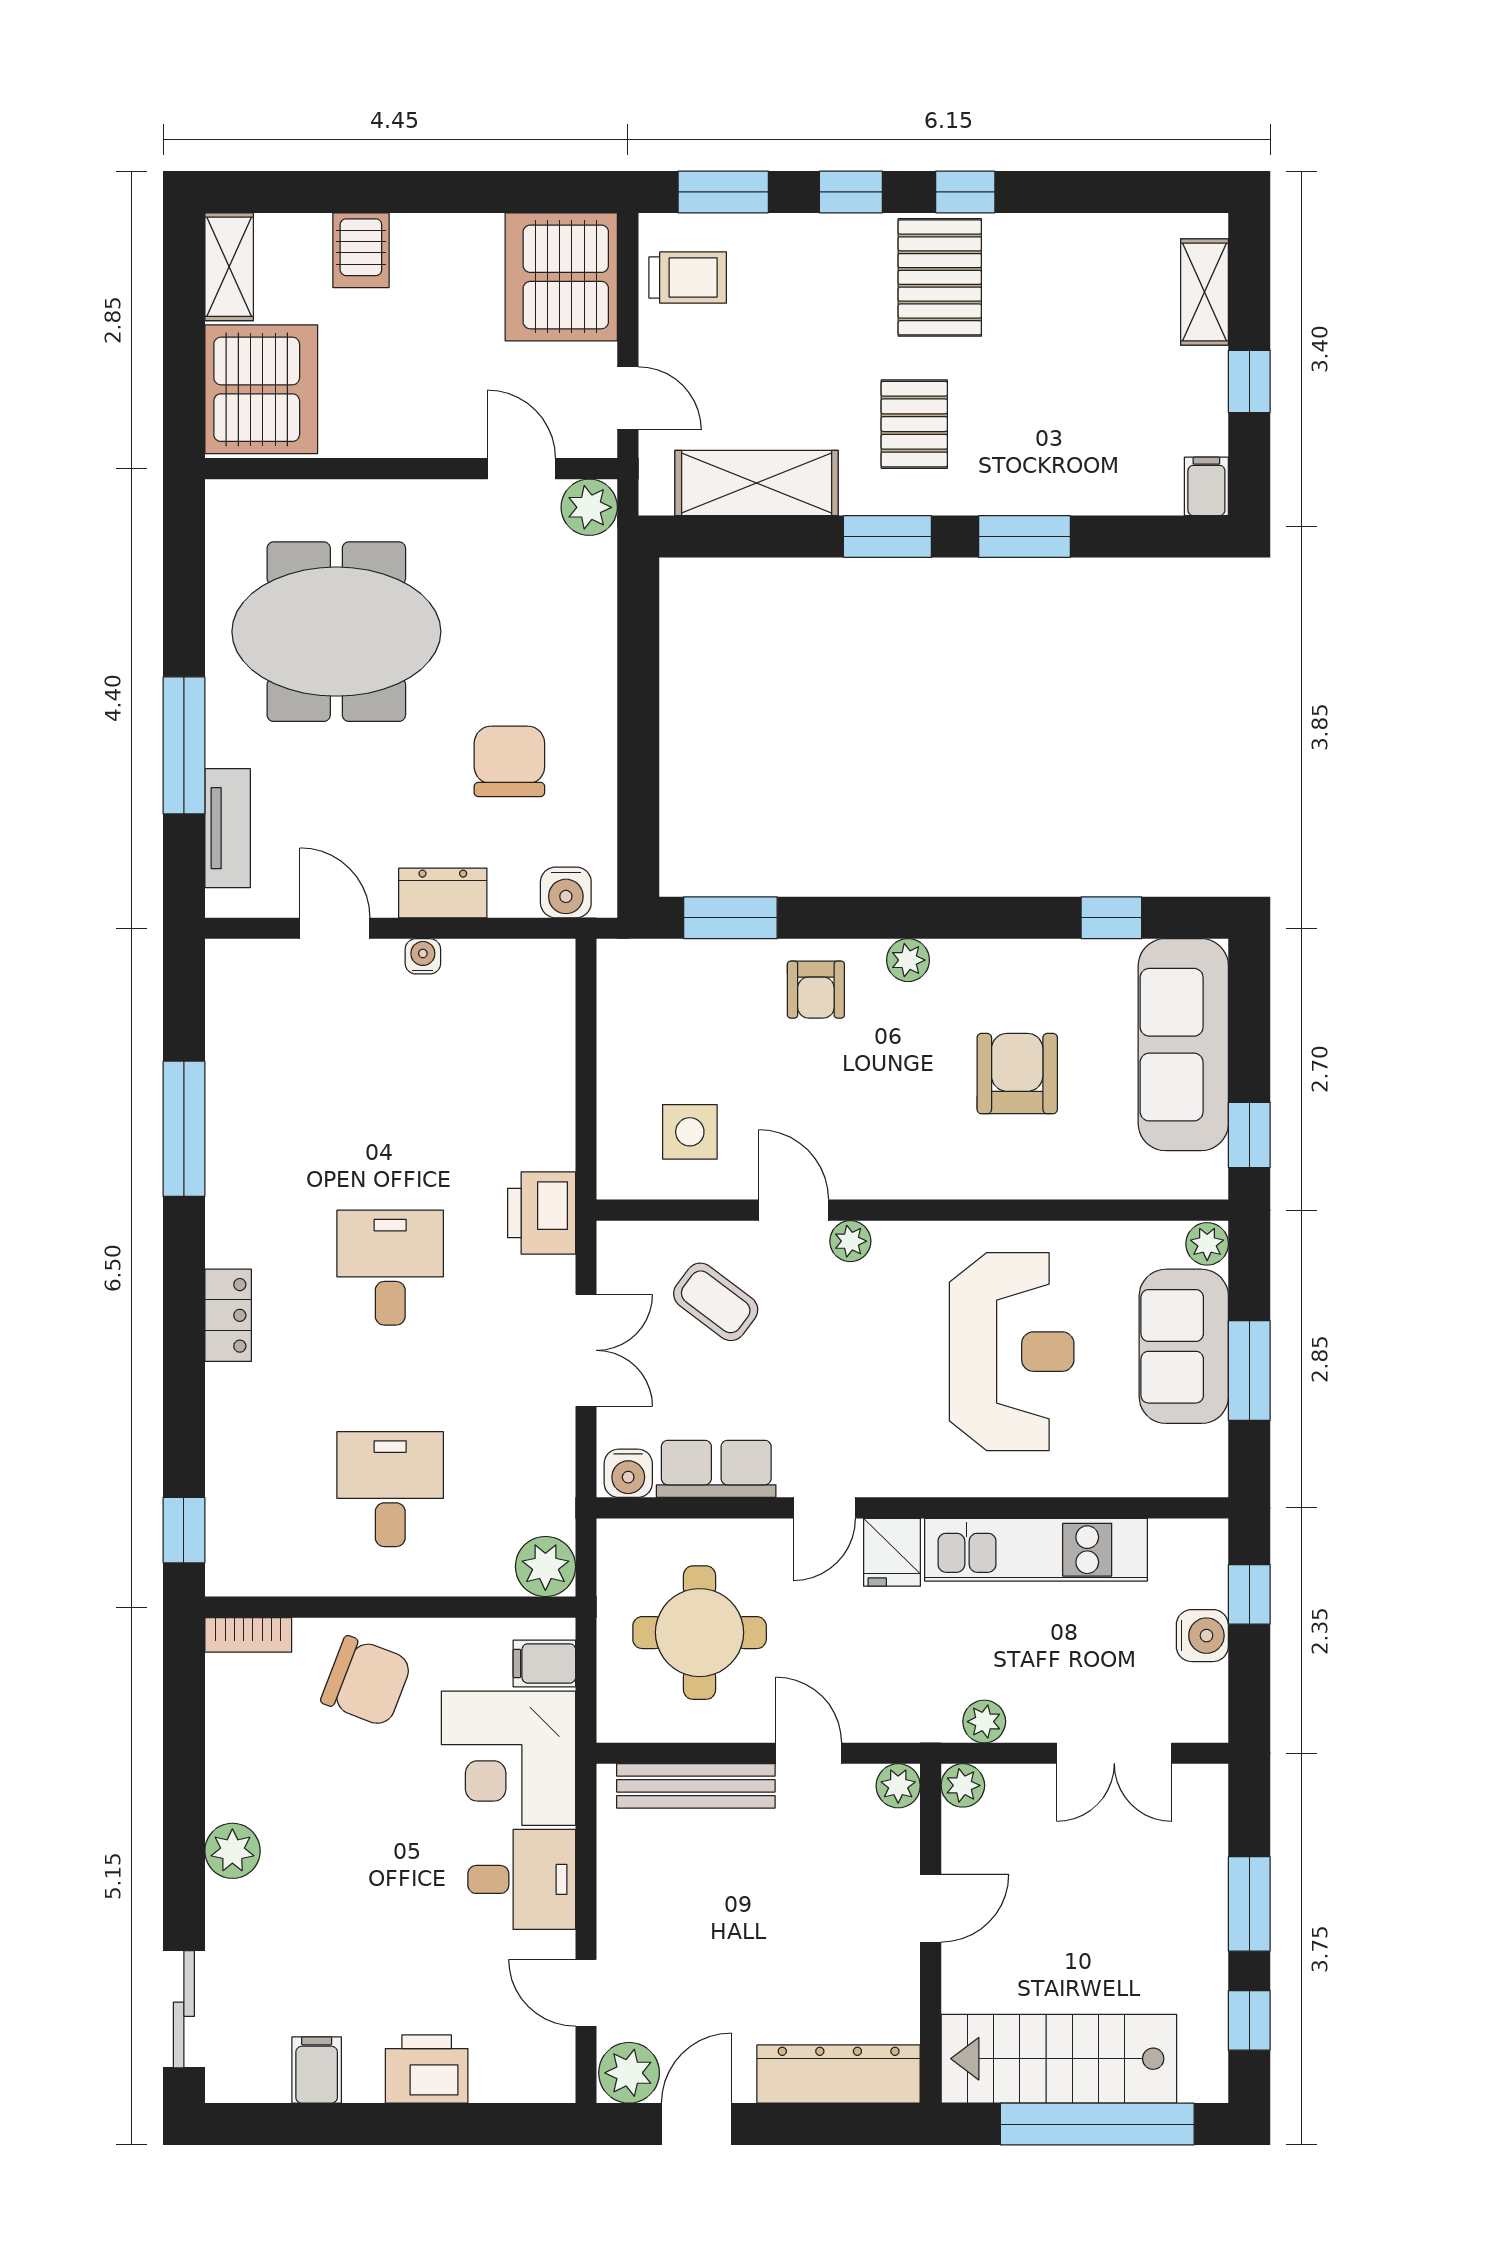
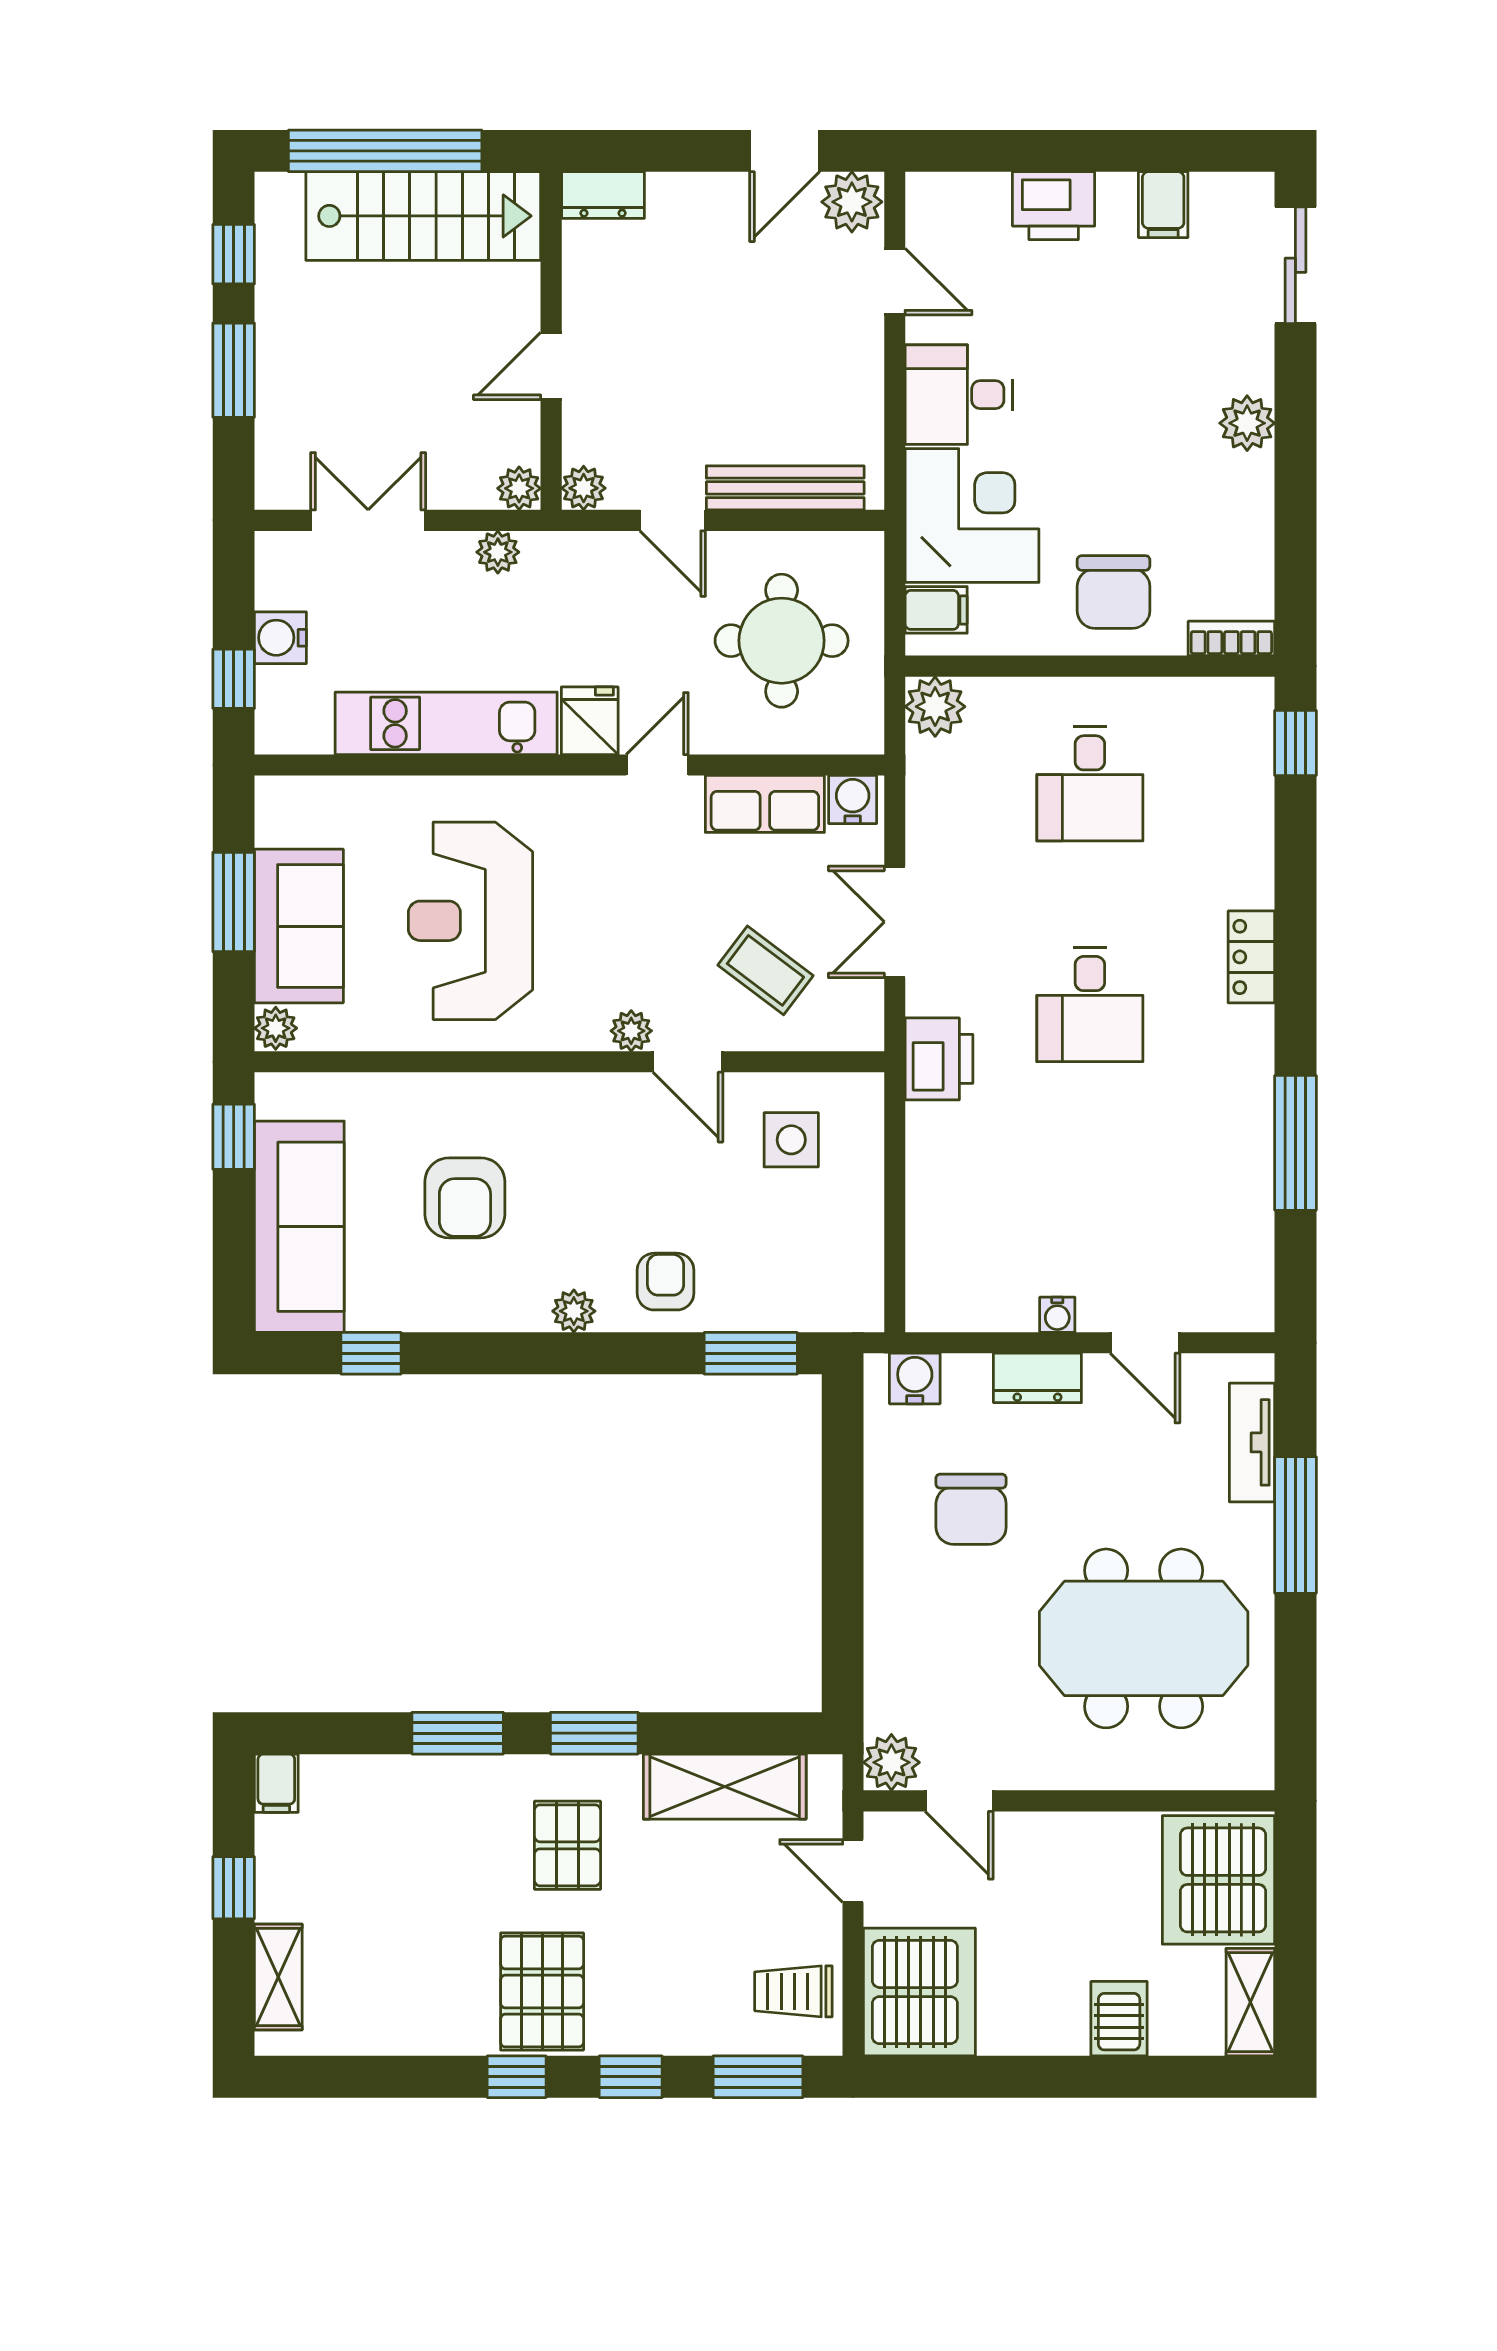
chair: (366, 1681) -> (1114, 592), turned -111
dresser: (839, 2074) -> (603, 195), width x0.51, depth x0.80

